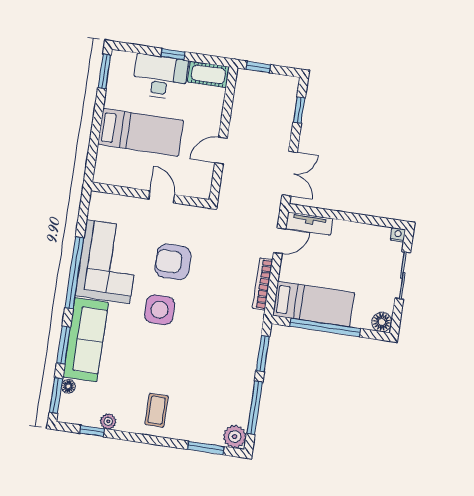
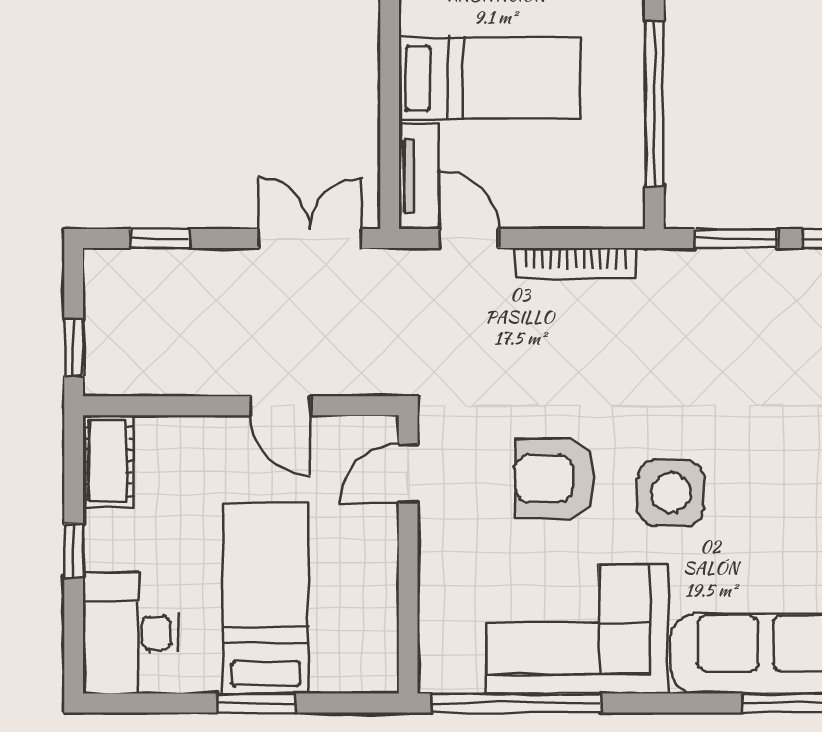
window: (104, 72) -> (256, 703), moved
desk: (160, 77) -> (131, 633), moved
door: (162, 197) -> (408, 474), moved
armchair: (173, 262) -> (555, 478), turned 90
window: (74, 273) -> (516, 703), moved
bed: (314, 304) -> (490, 78), moved, turned 90

